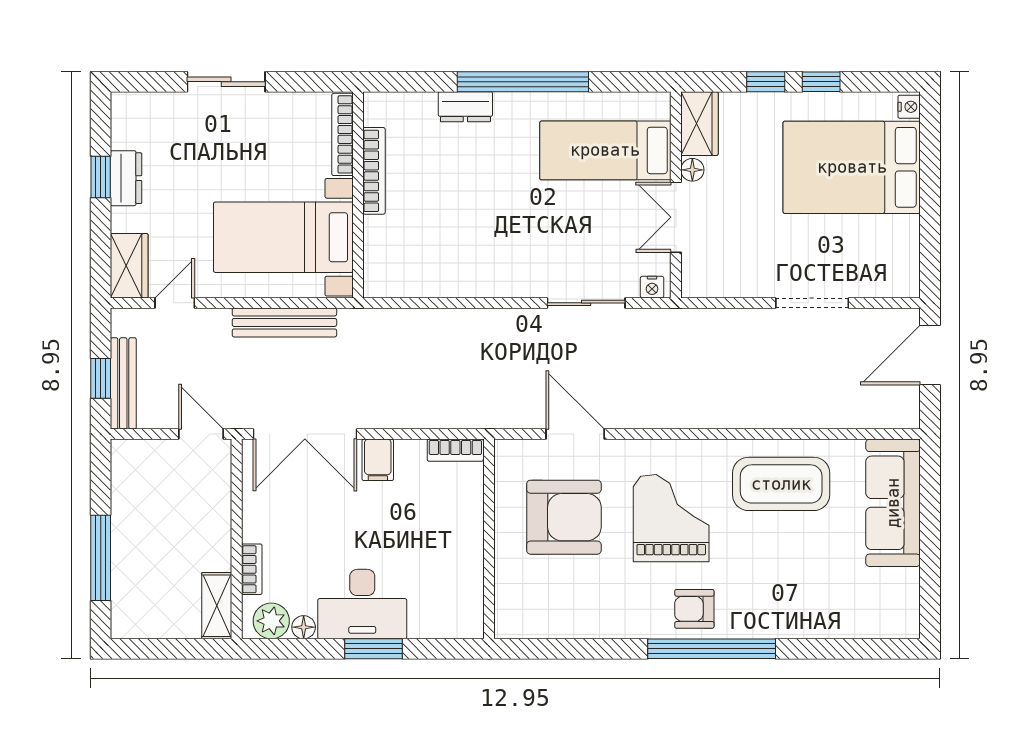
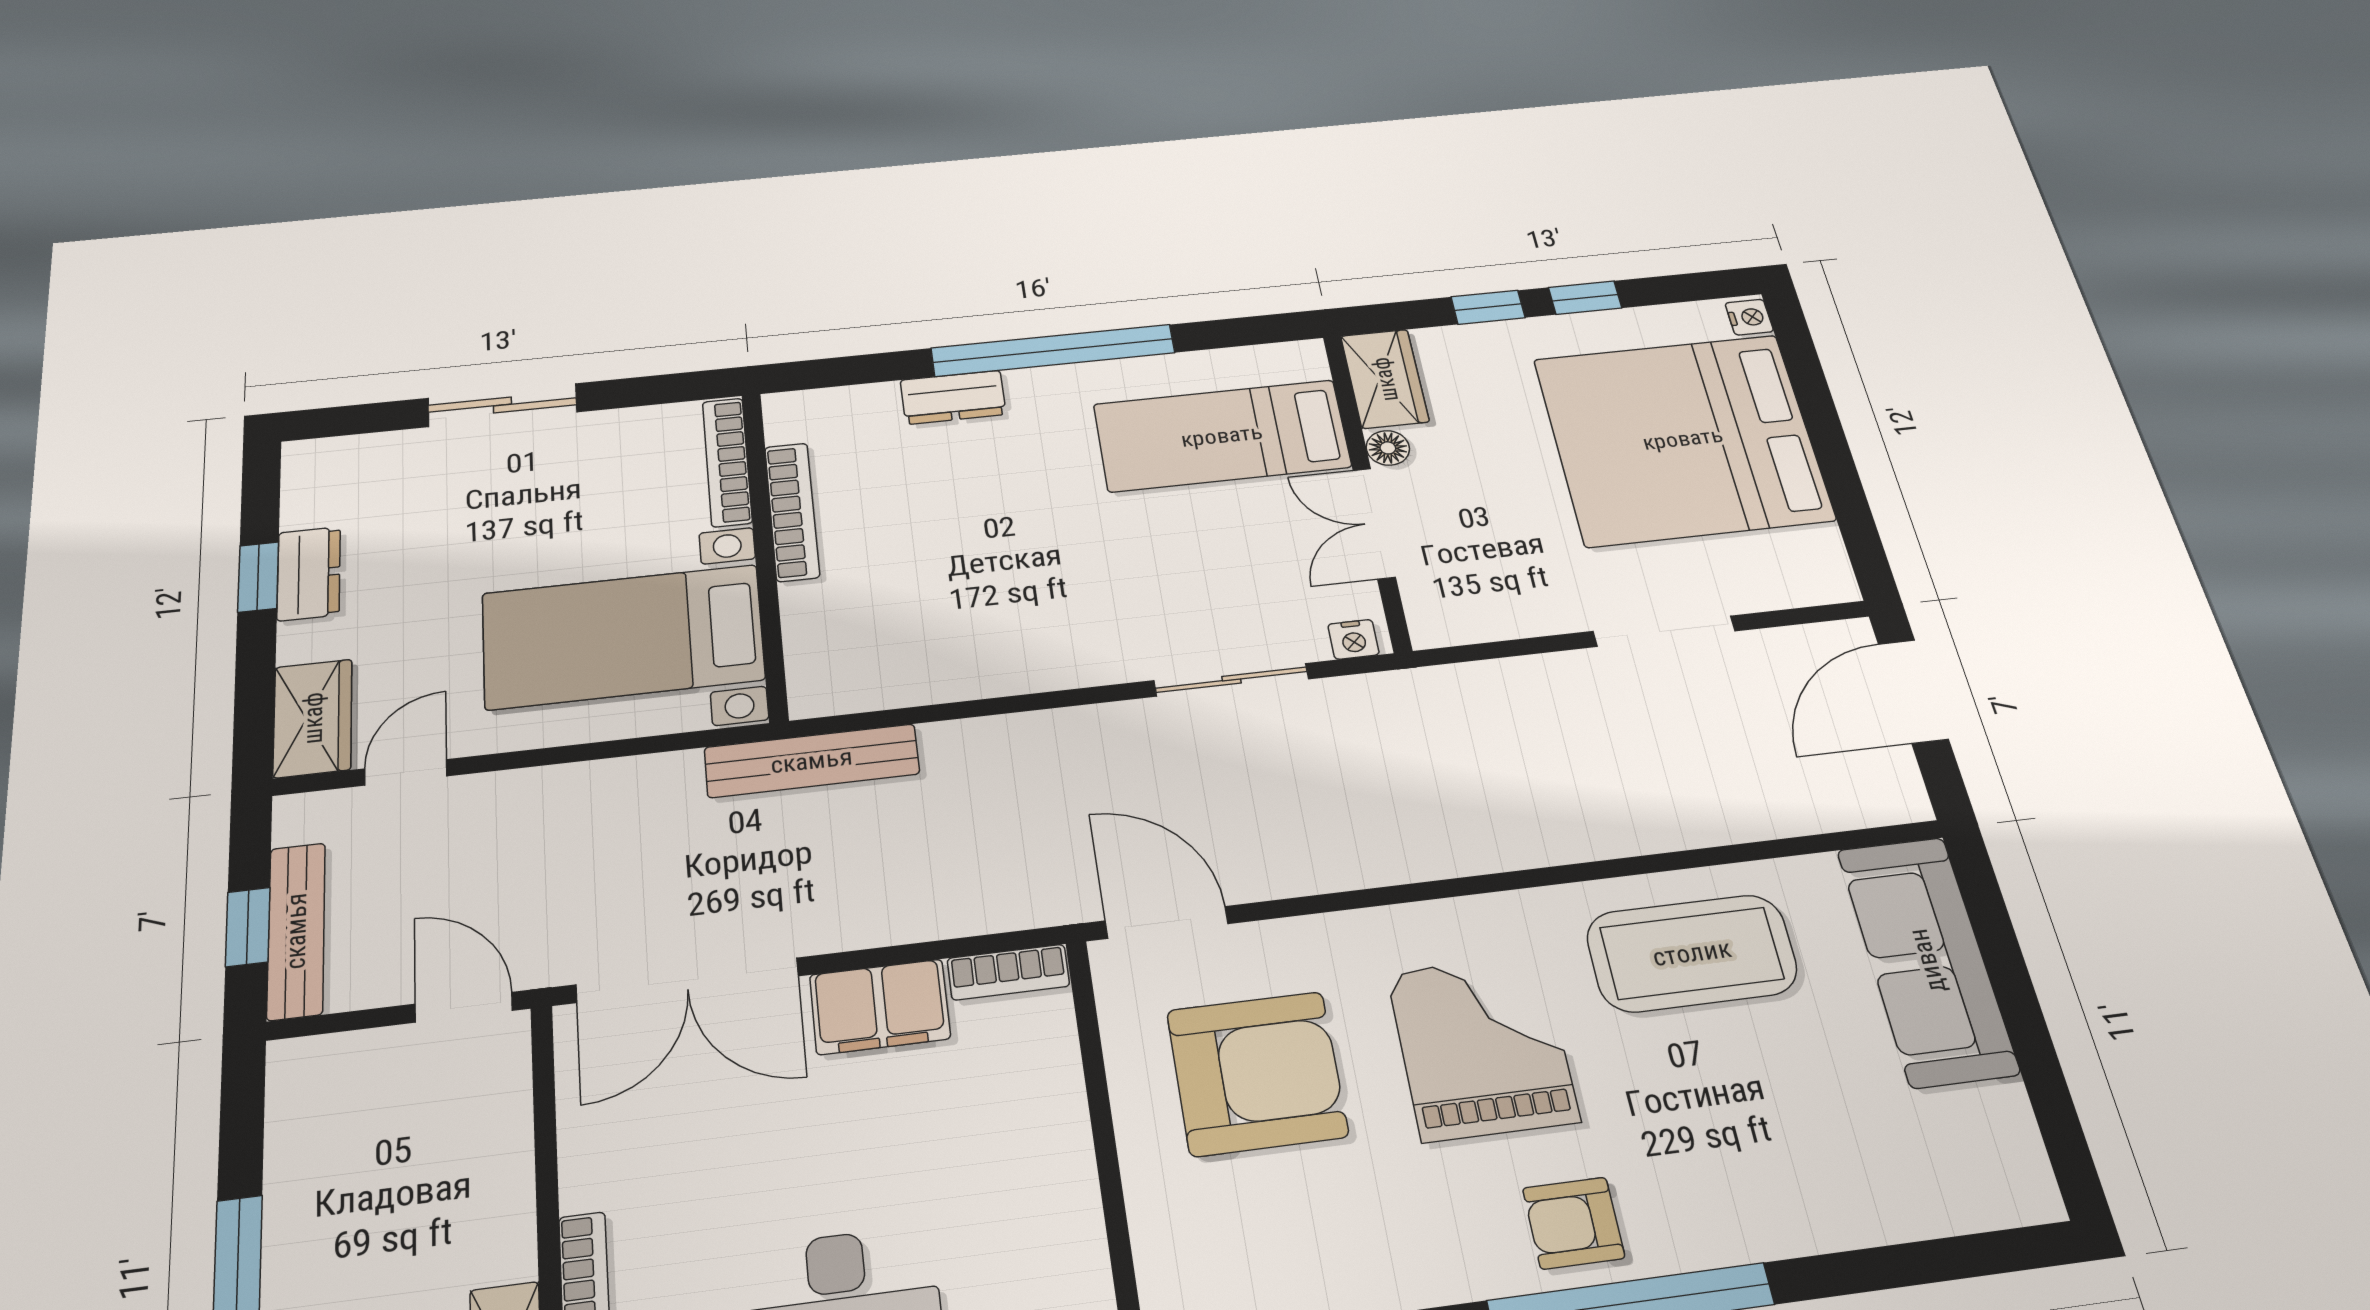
bed: (852, 167) -> (1683, 439), width x1.36
bench: (284, 322) -> (812, 761), moved
door: (575, 434) -> (1167, 922), moved
filing cabinet: (378, 460) -> (880, 1007), width x2.00

